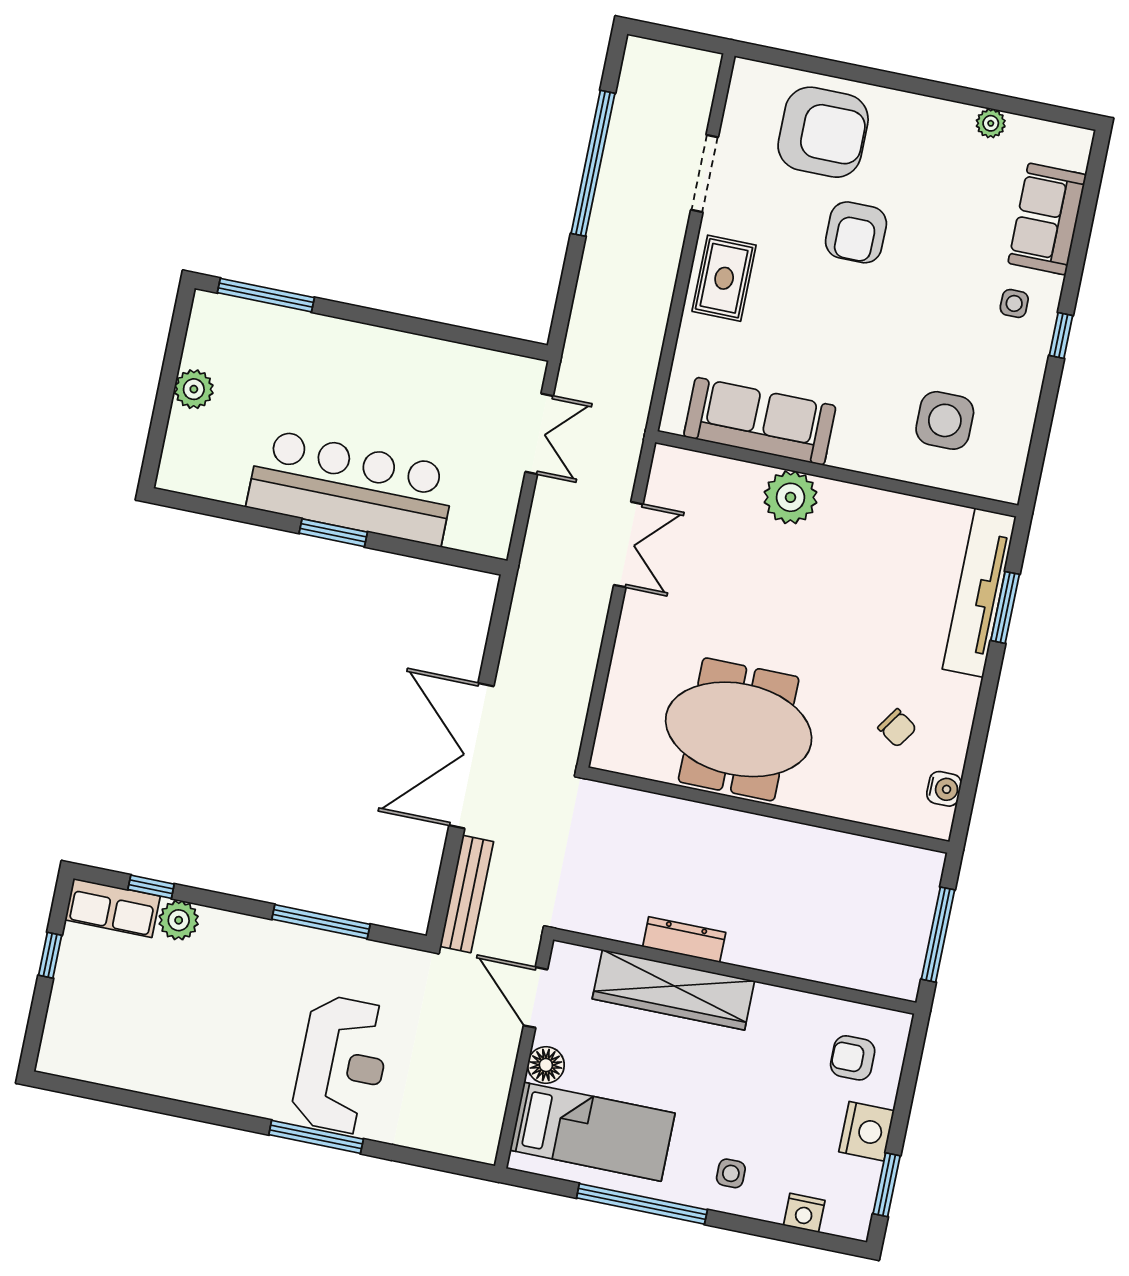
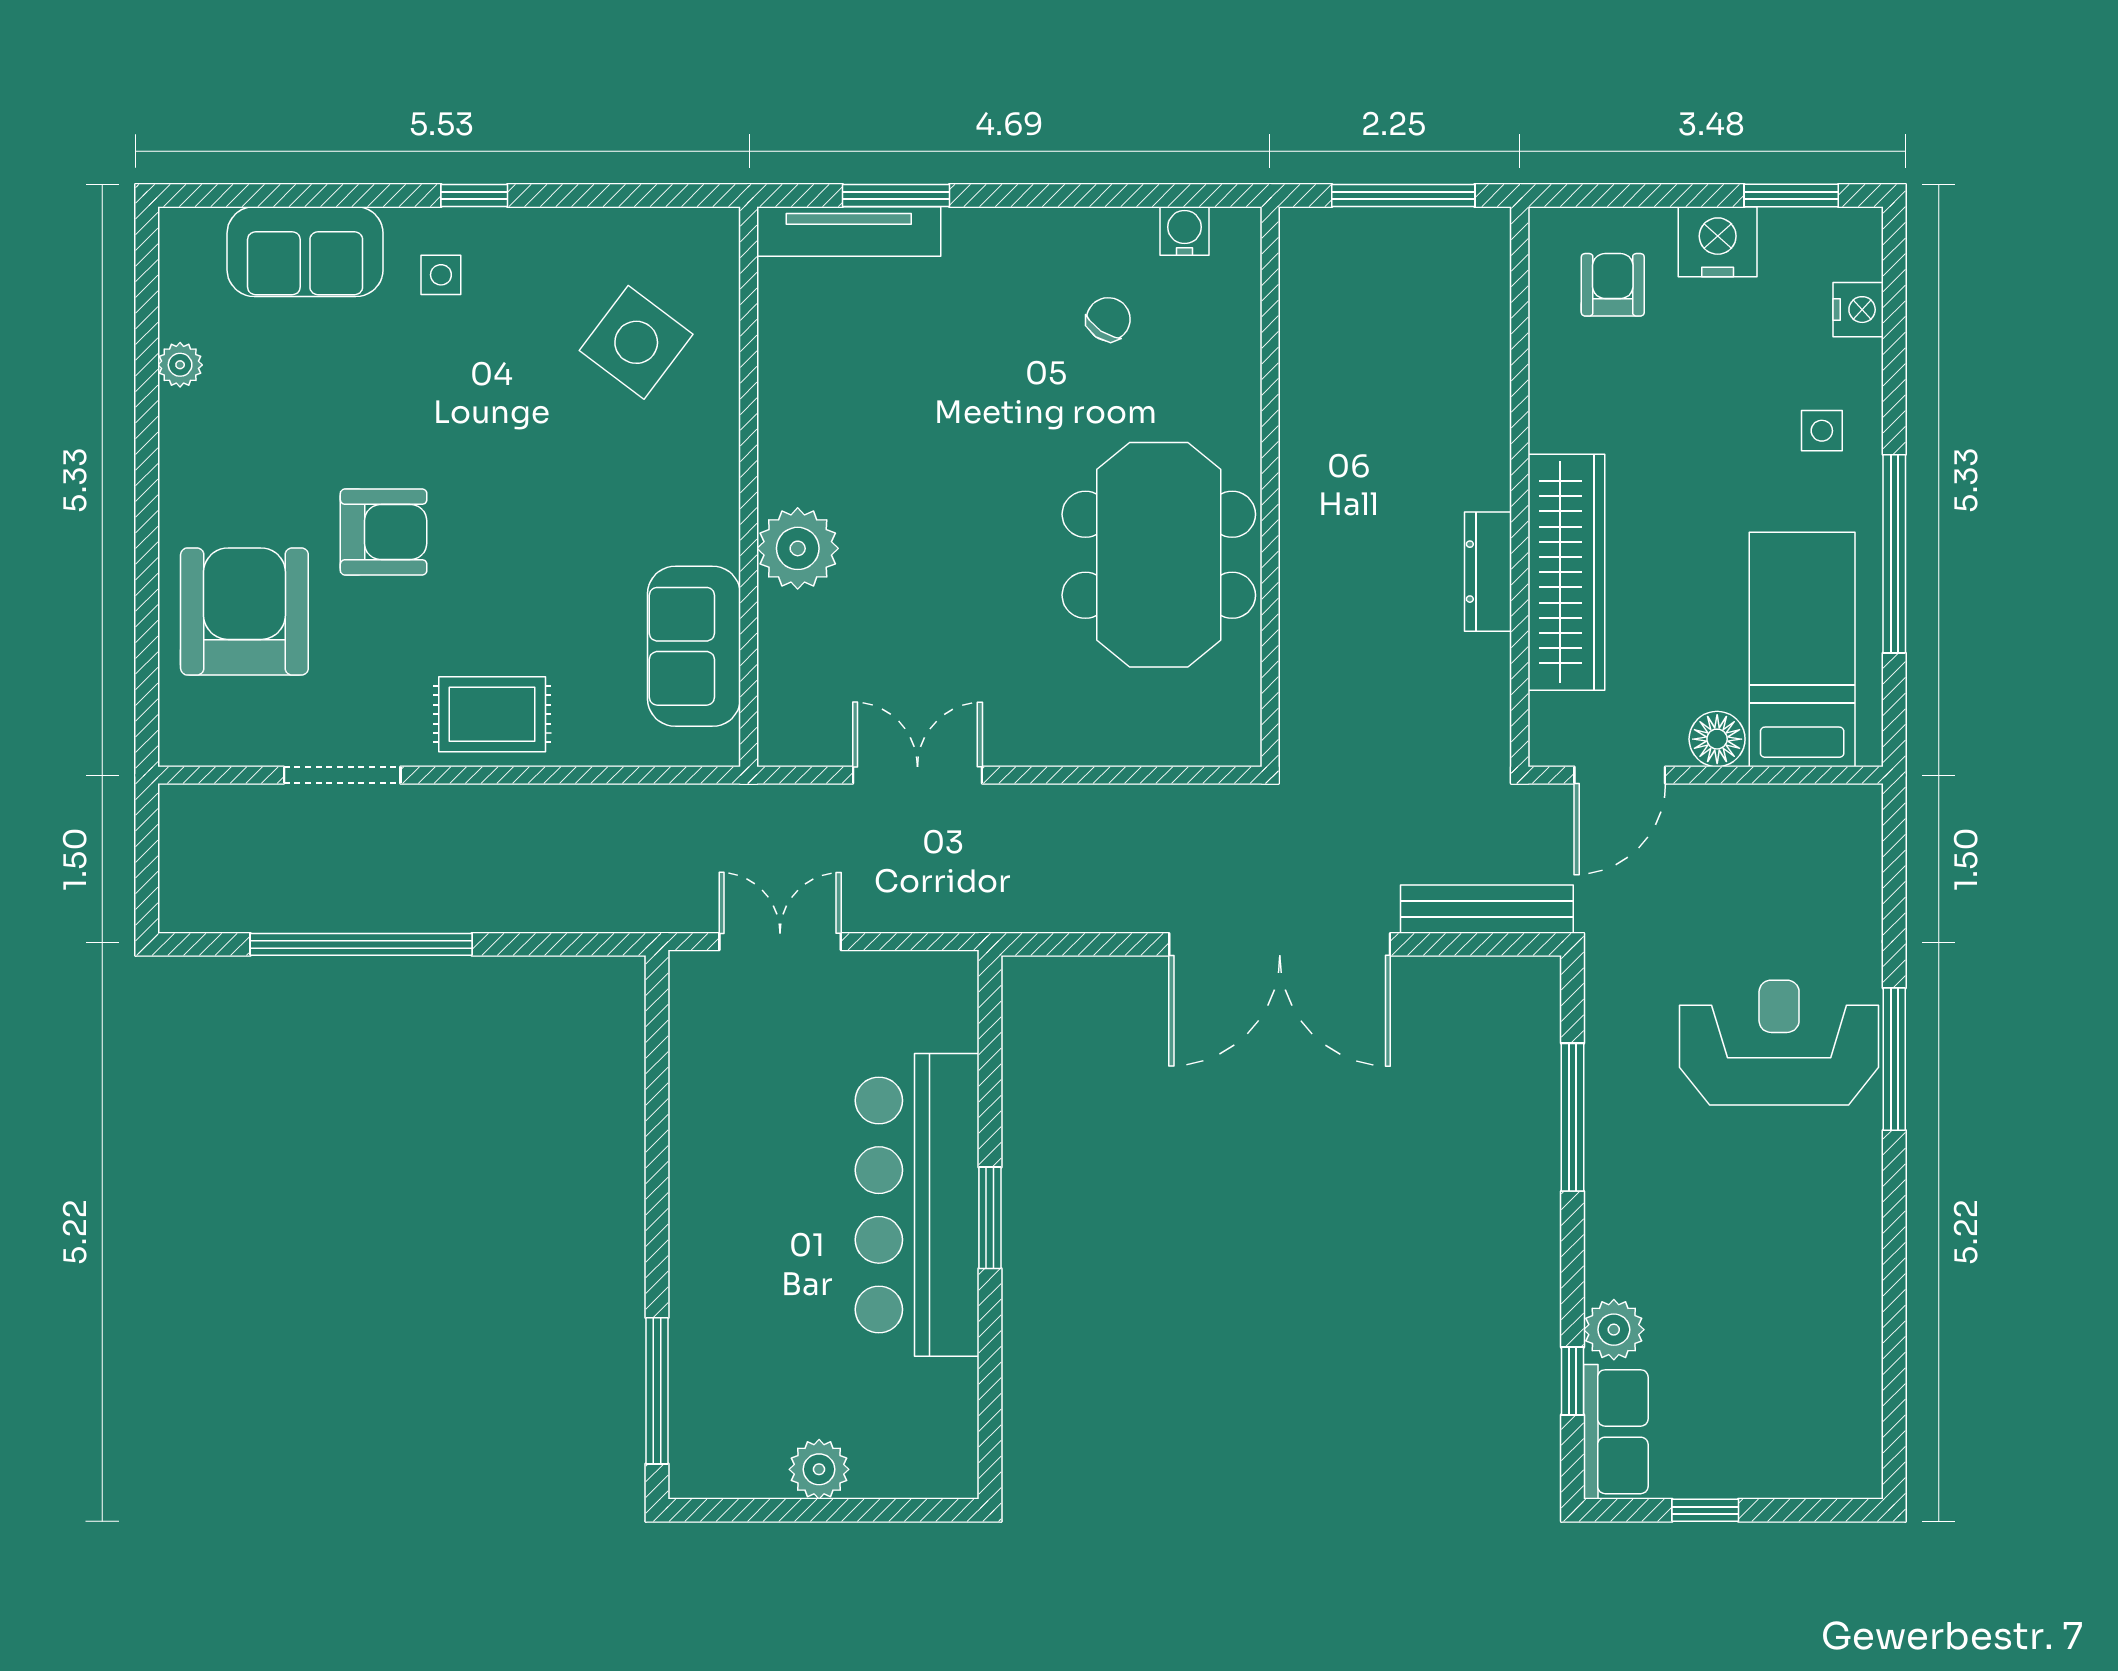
side table: (945, 420) -> (636, 342), turned 37
sofa: (760, 421) -> (694, 646), width x0.73
tv unit: (979, 593) -> (849, 231), width x0.73, depth x0.78
armchair: (853, 1058) -> (1613, 285), turned 180

